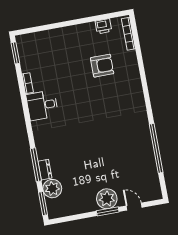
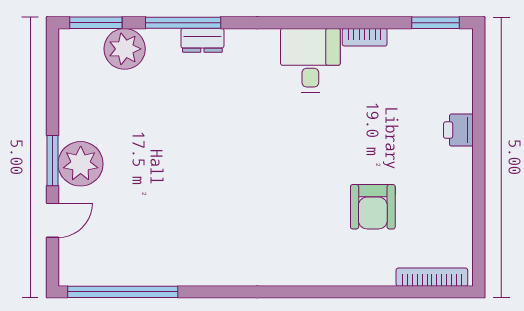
printer: (103, 26) -> (458, 130), moved
window: (156, 148) -> (123, 292), moved
dresser: (45, 170) -> (202, 40), moved

